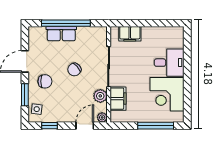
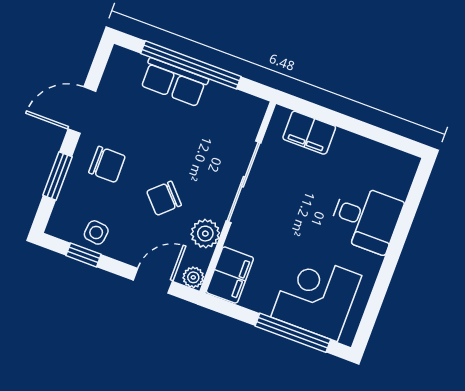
chair: (74, 70) -> (164, 198), moved
corner desk: (167, 94) -> (316, 296), moved, turned 90
filing cabinet: (118, 99) -> (230, 275), moved
side table: (37, 109) -> (96, 232), moved

